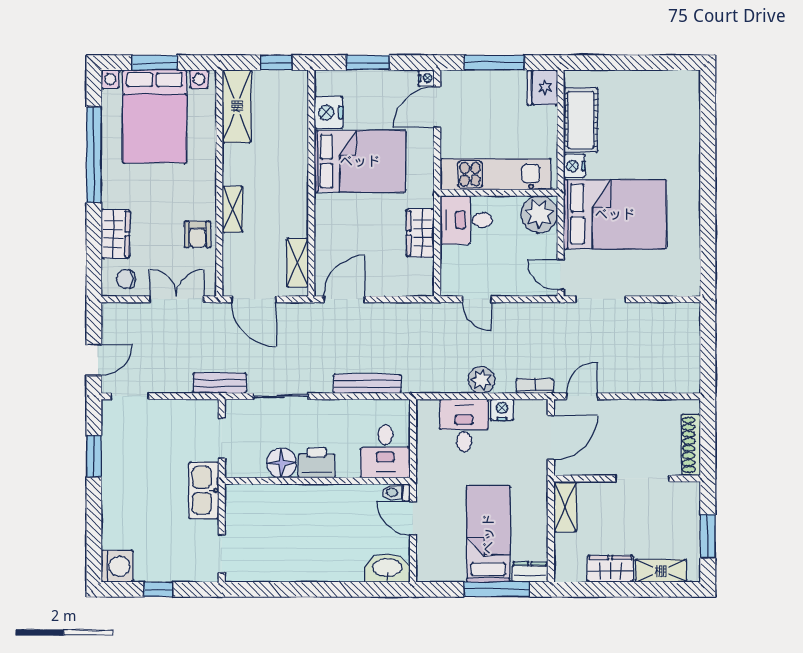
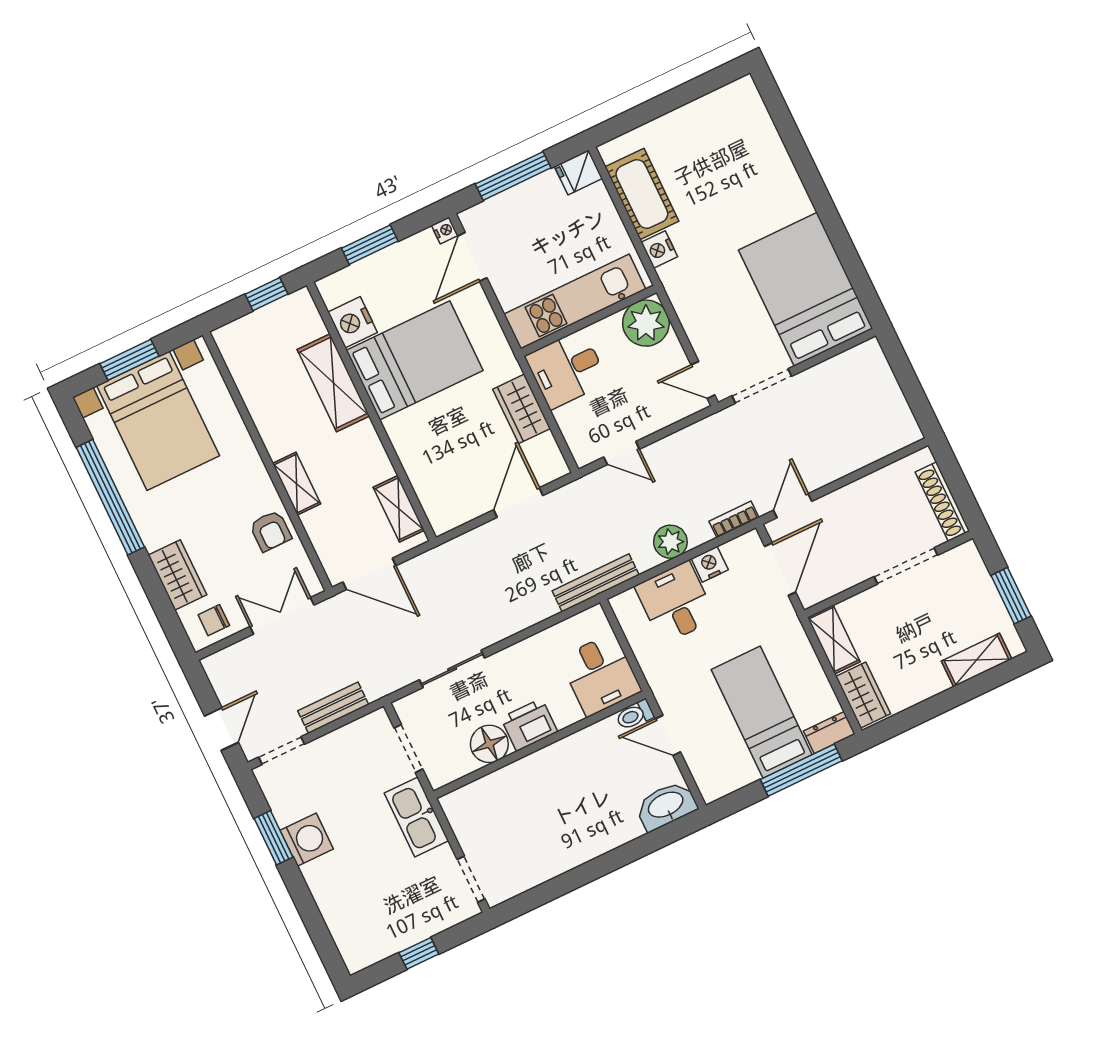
fridge: (542, 88) -> (578, 172), width x0.72
shelving: (237, 106) -> (333, 383), moved
bed: (615, 214) -> (806, 289), moved, turned -90
door: (344, 299) -> (518, 503), moved
bench: (220, 383) -> (333, 708), moved
bench: (367, 384) -> (596, 583), moved
washing machine: (117, 566) -> (307, 840), moved
wardrobe: (610, 569) -> (863, 695), moved, turned 90

